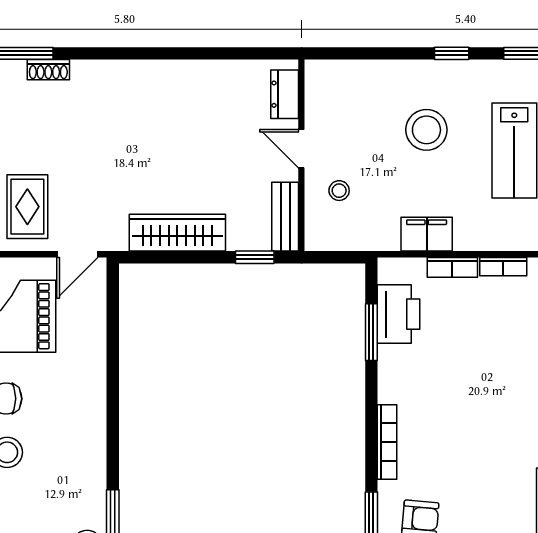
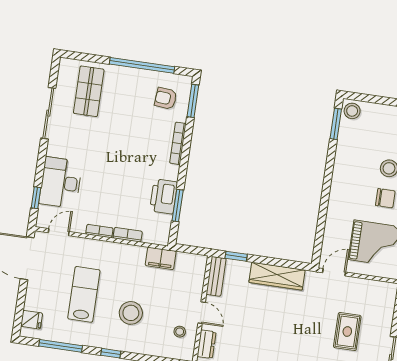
stool: (339, 191) -> (180, 332), moved
rug: (27, 207) -> (347, 332), moved
filing cabinet: (427, 234) -> (161, 258), moved
printer: (399, 314) -> (164, 196), moved

